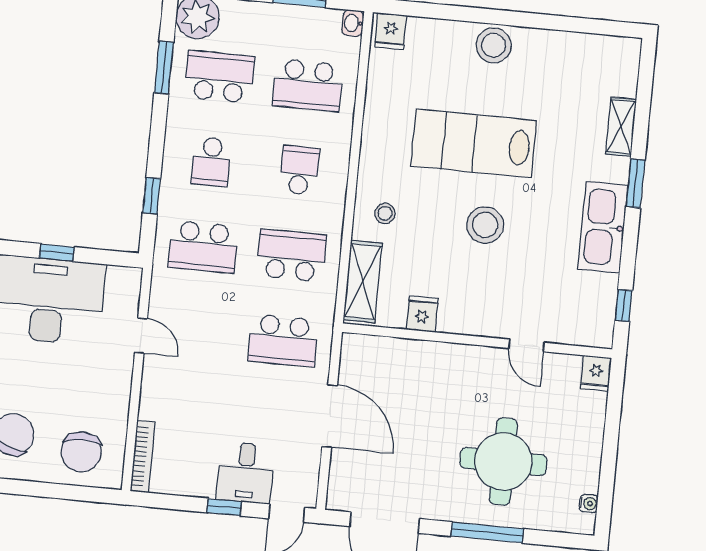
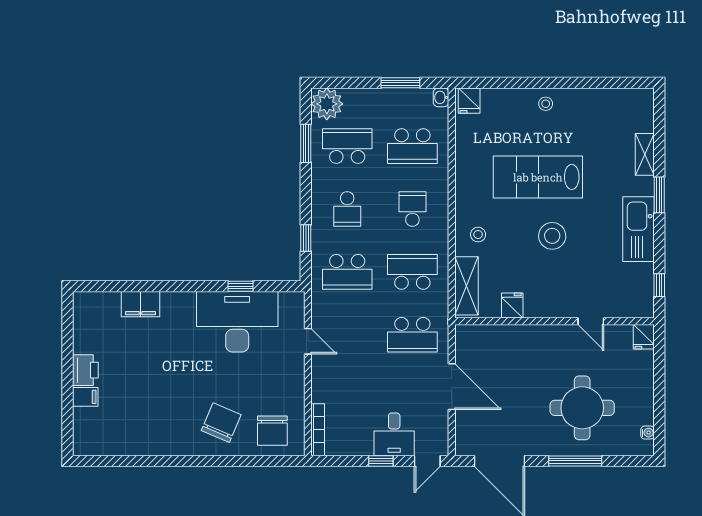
stool: (494, 45) -> (546, 104), width x0.53, depth x0.53

